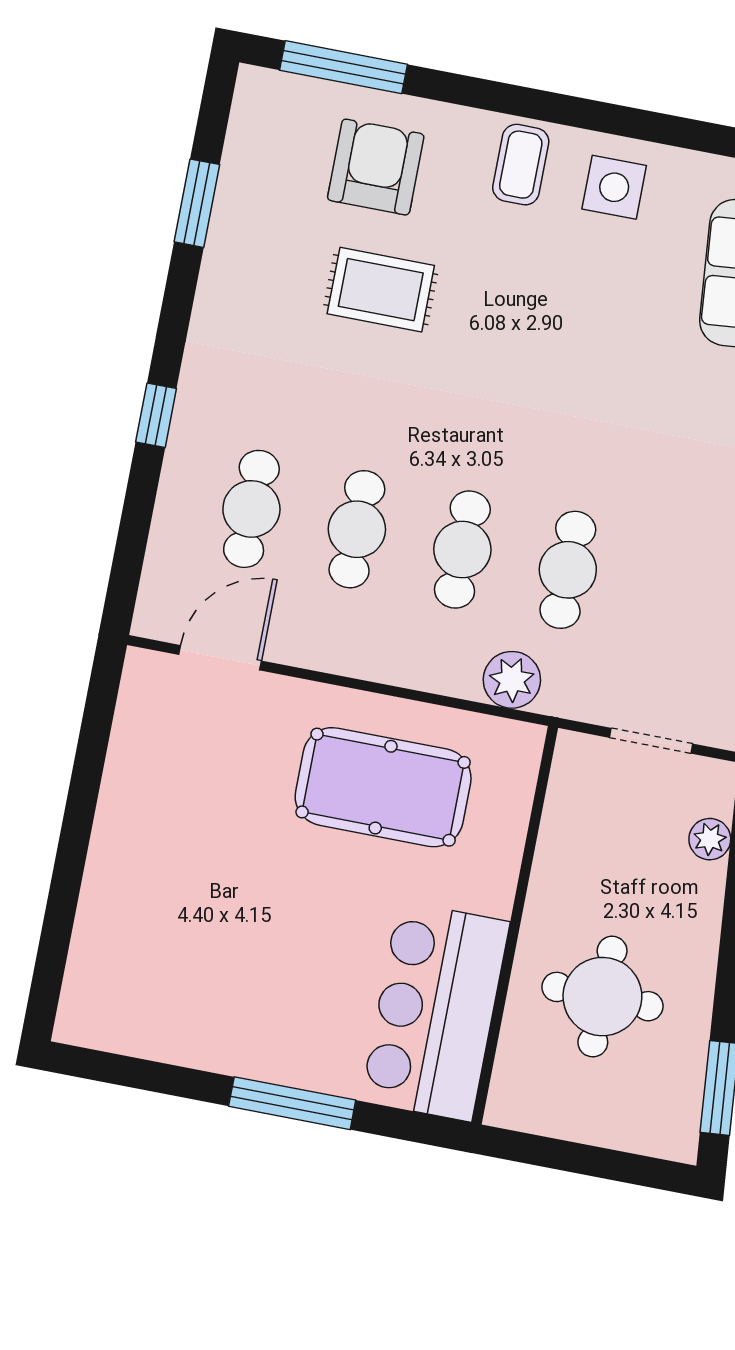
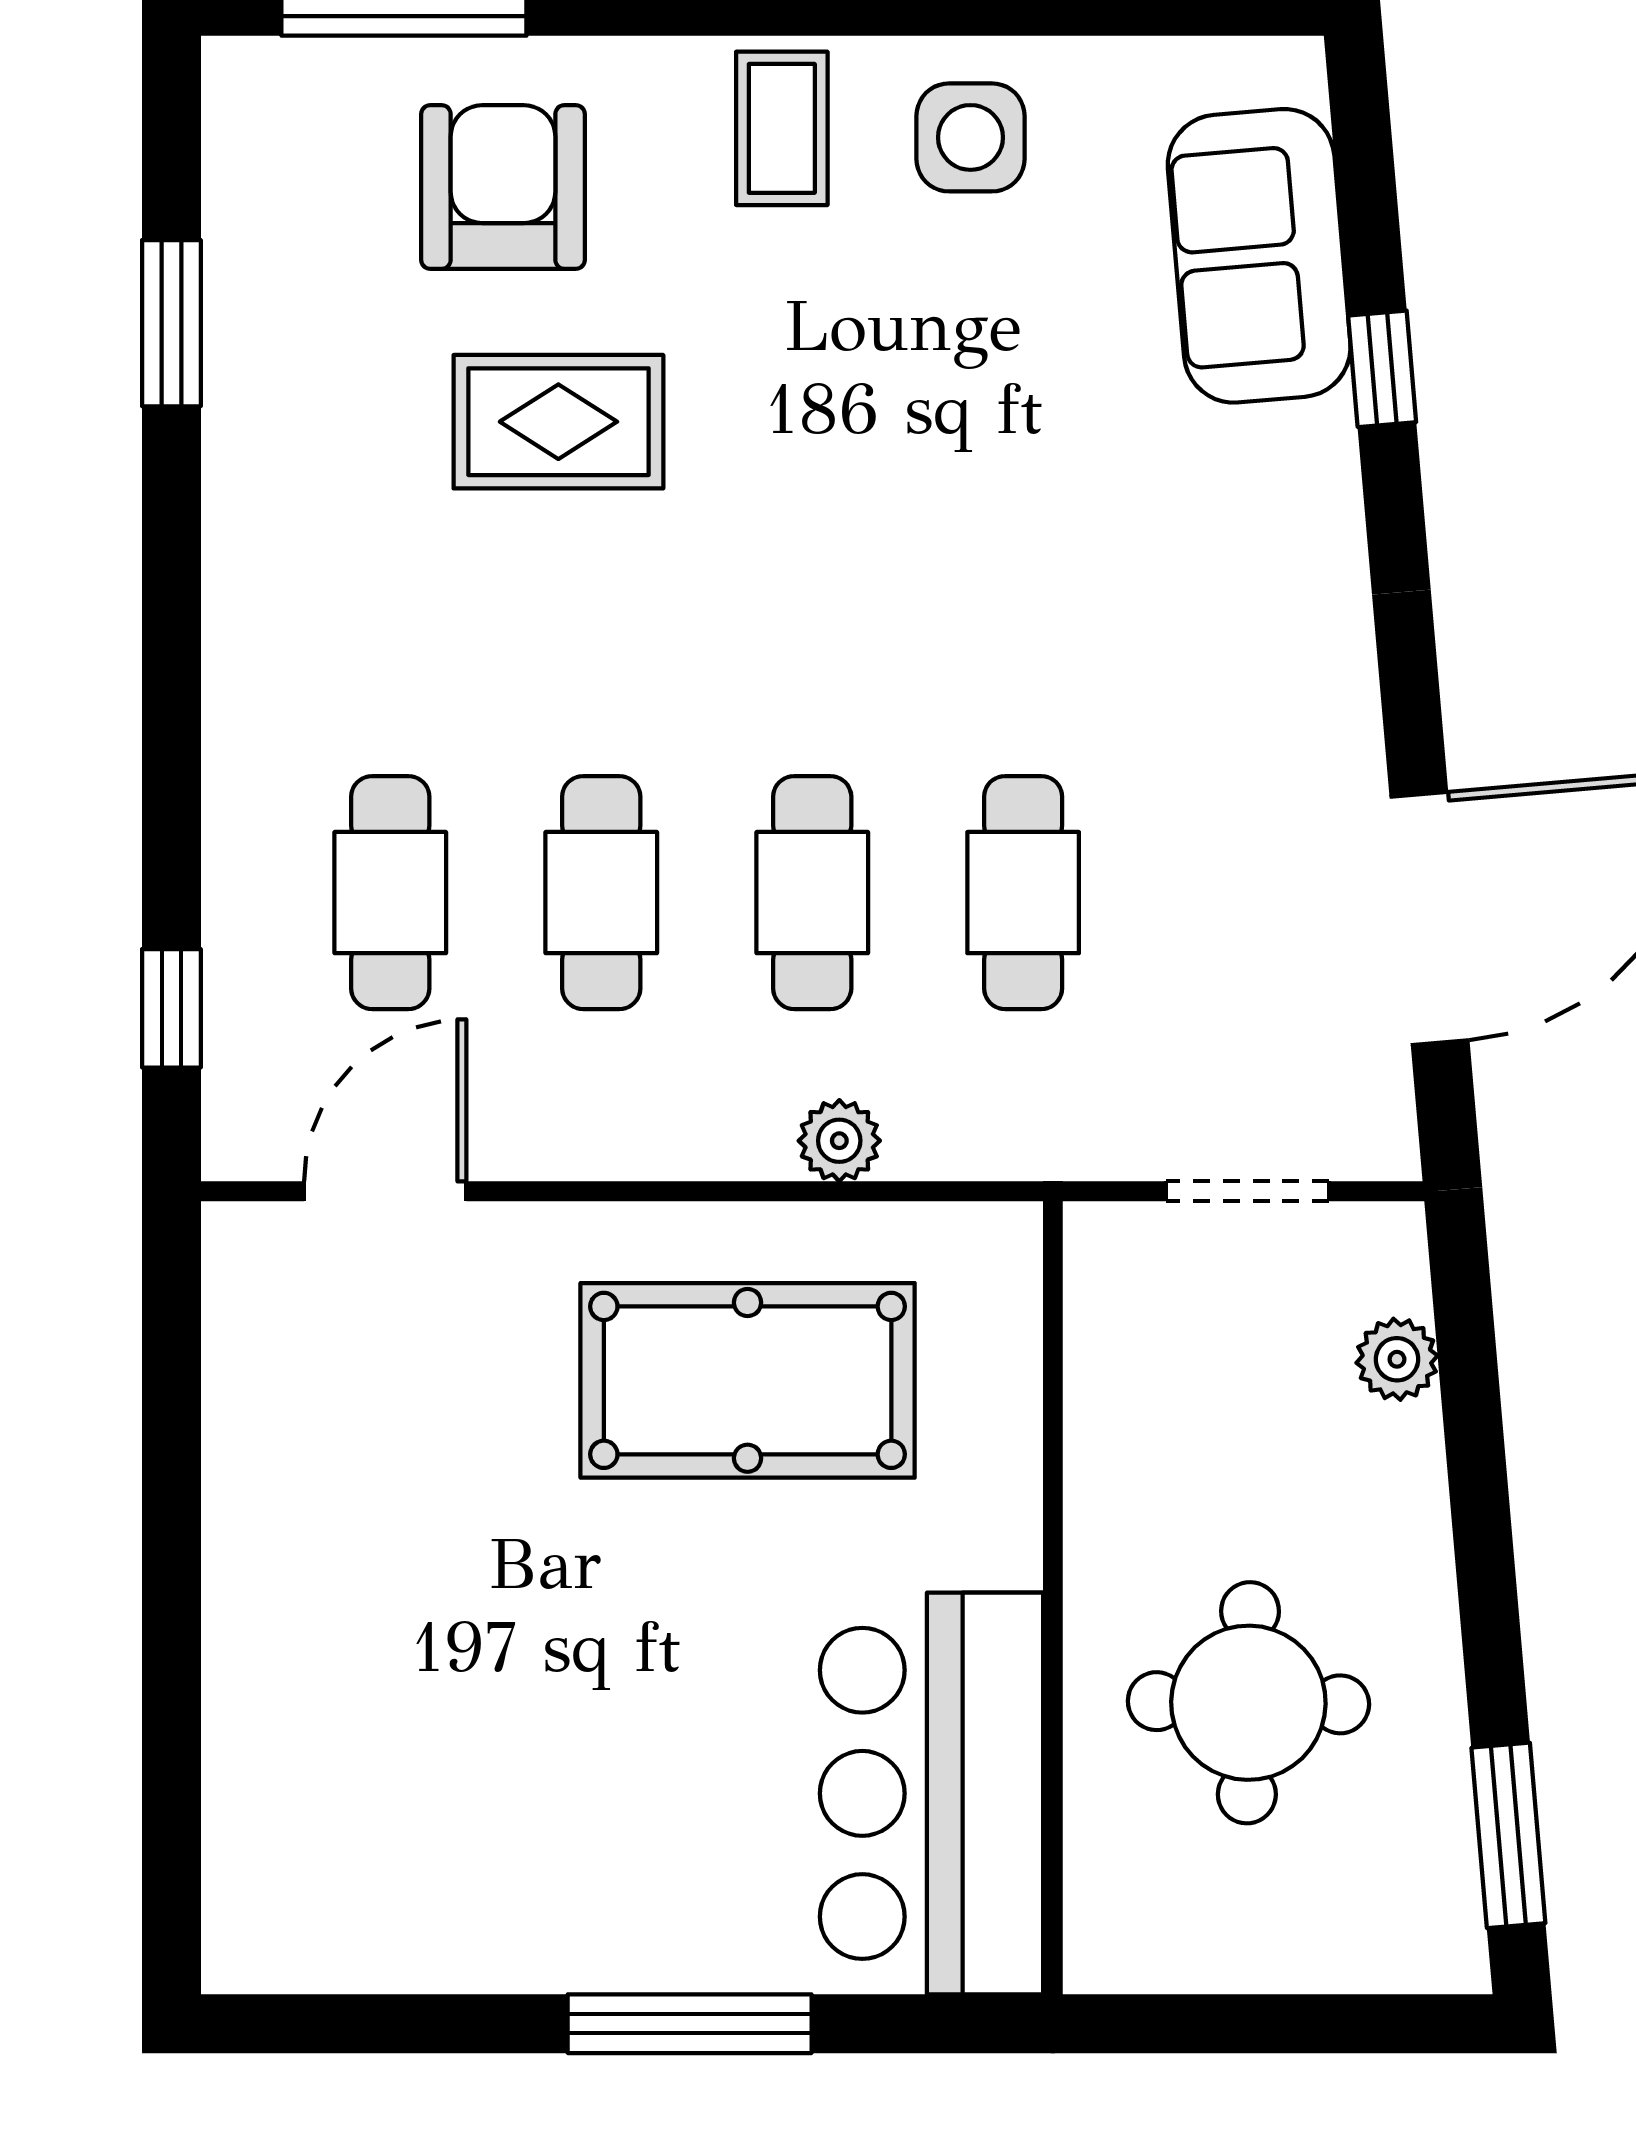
window: (156, 415) -> (171, 1008), moved
plant: (512, 680) -> (839, 1141), moved, width x0.73, depth x0.73

